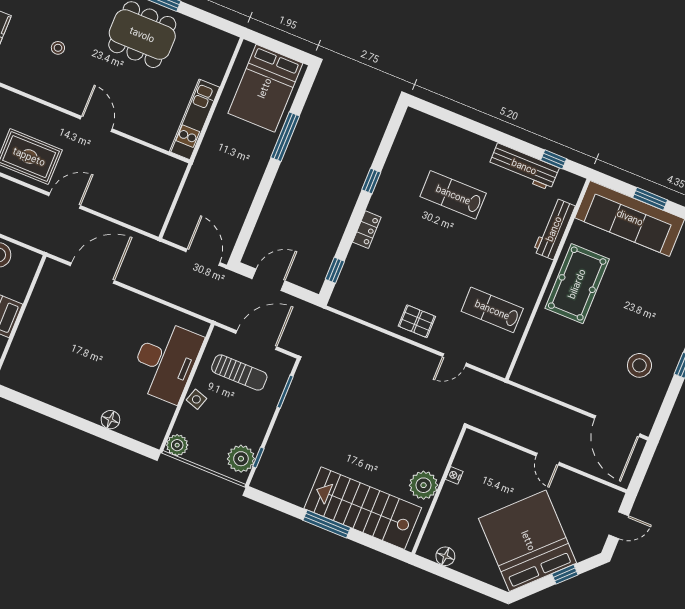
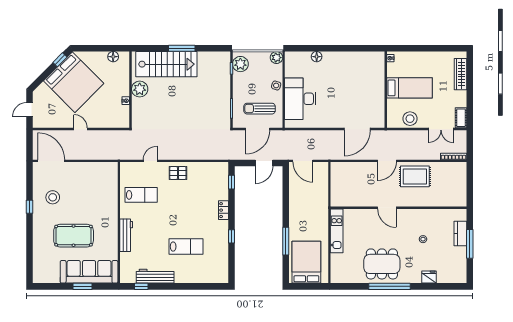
workbench: (554, 229) -> (126, 235), moved
pool table: (577, 284) -> (74, 236), moved, turned 90
window: (565, 574) -> (60, 60), moved

